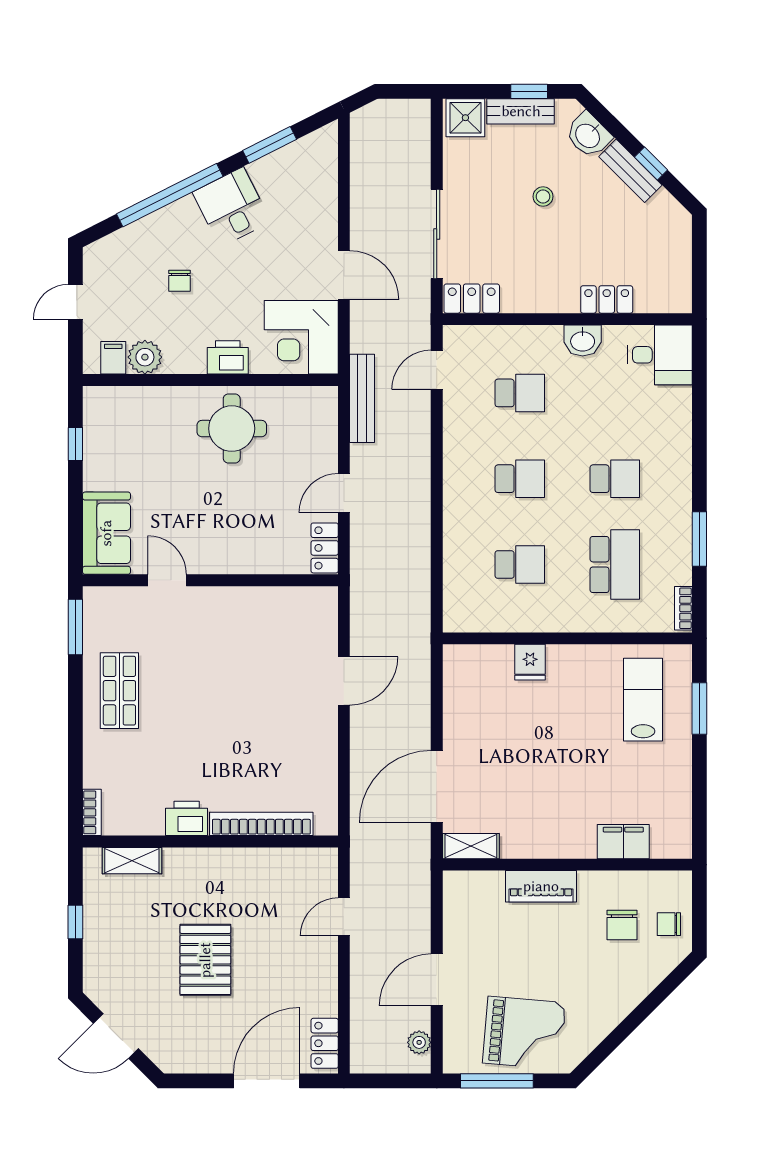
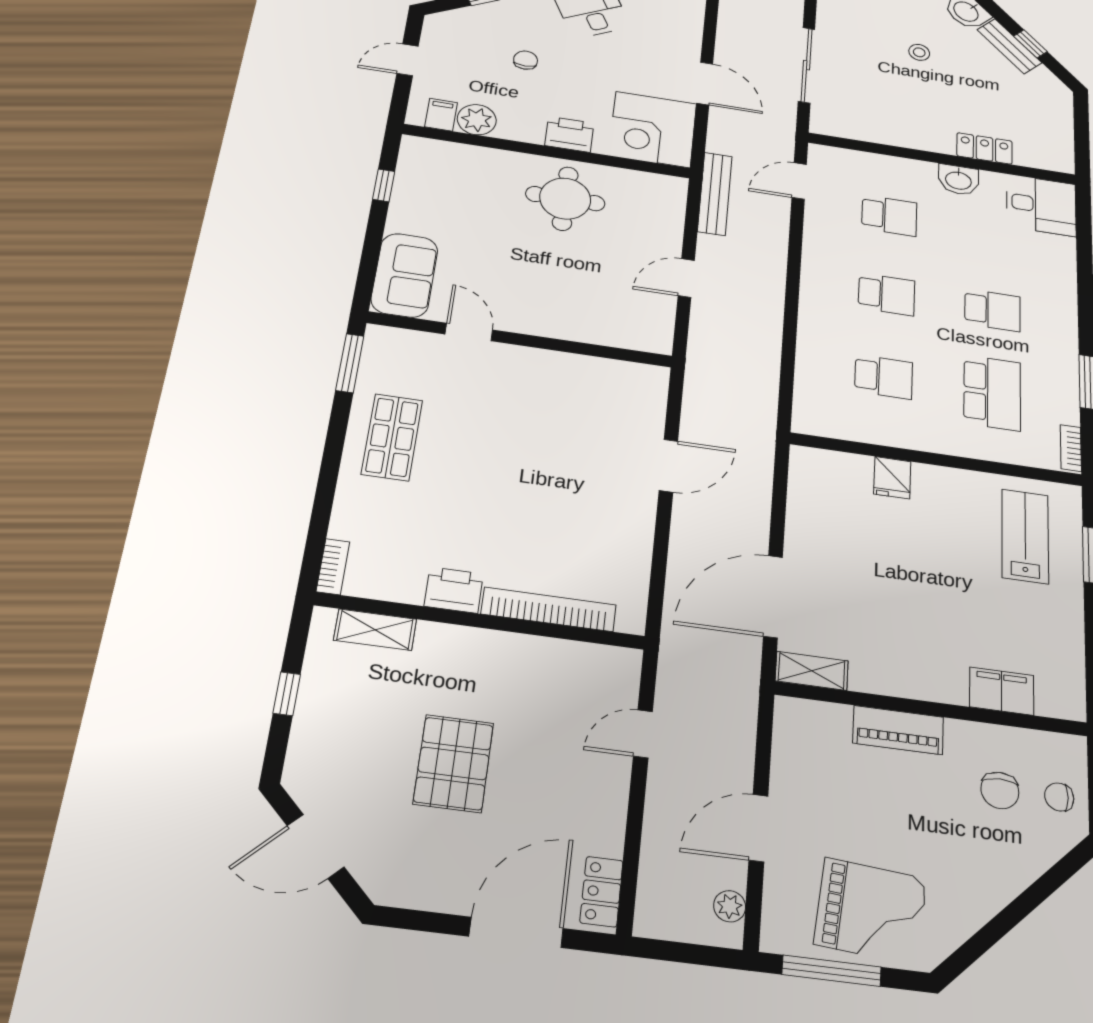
chair: (180, 281) -> (526, 60), turned 180
locker: (472, 299) -> (841, 125), removed
locker: (325, 548) -> (659, 327), removed

